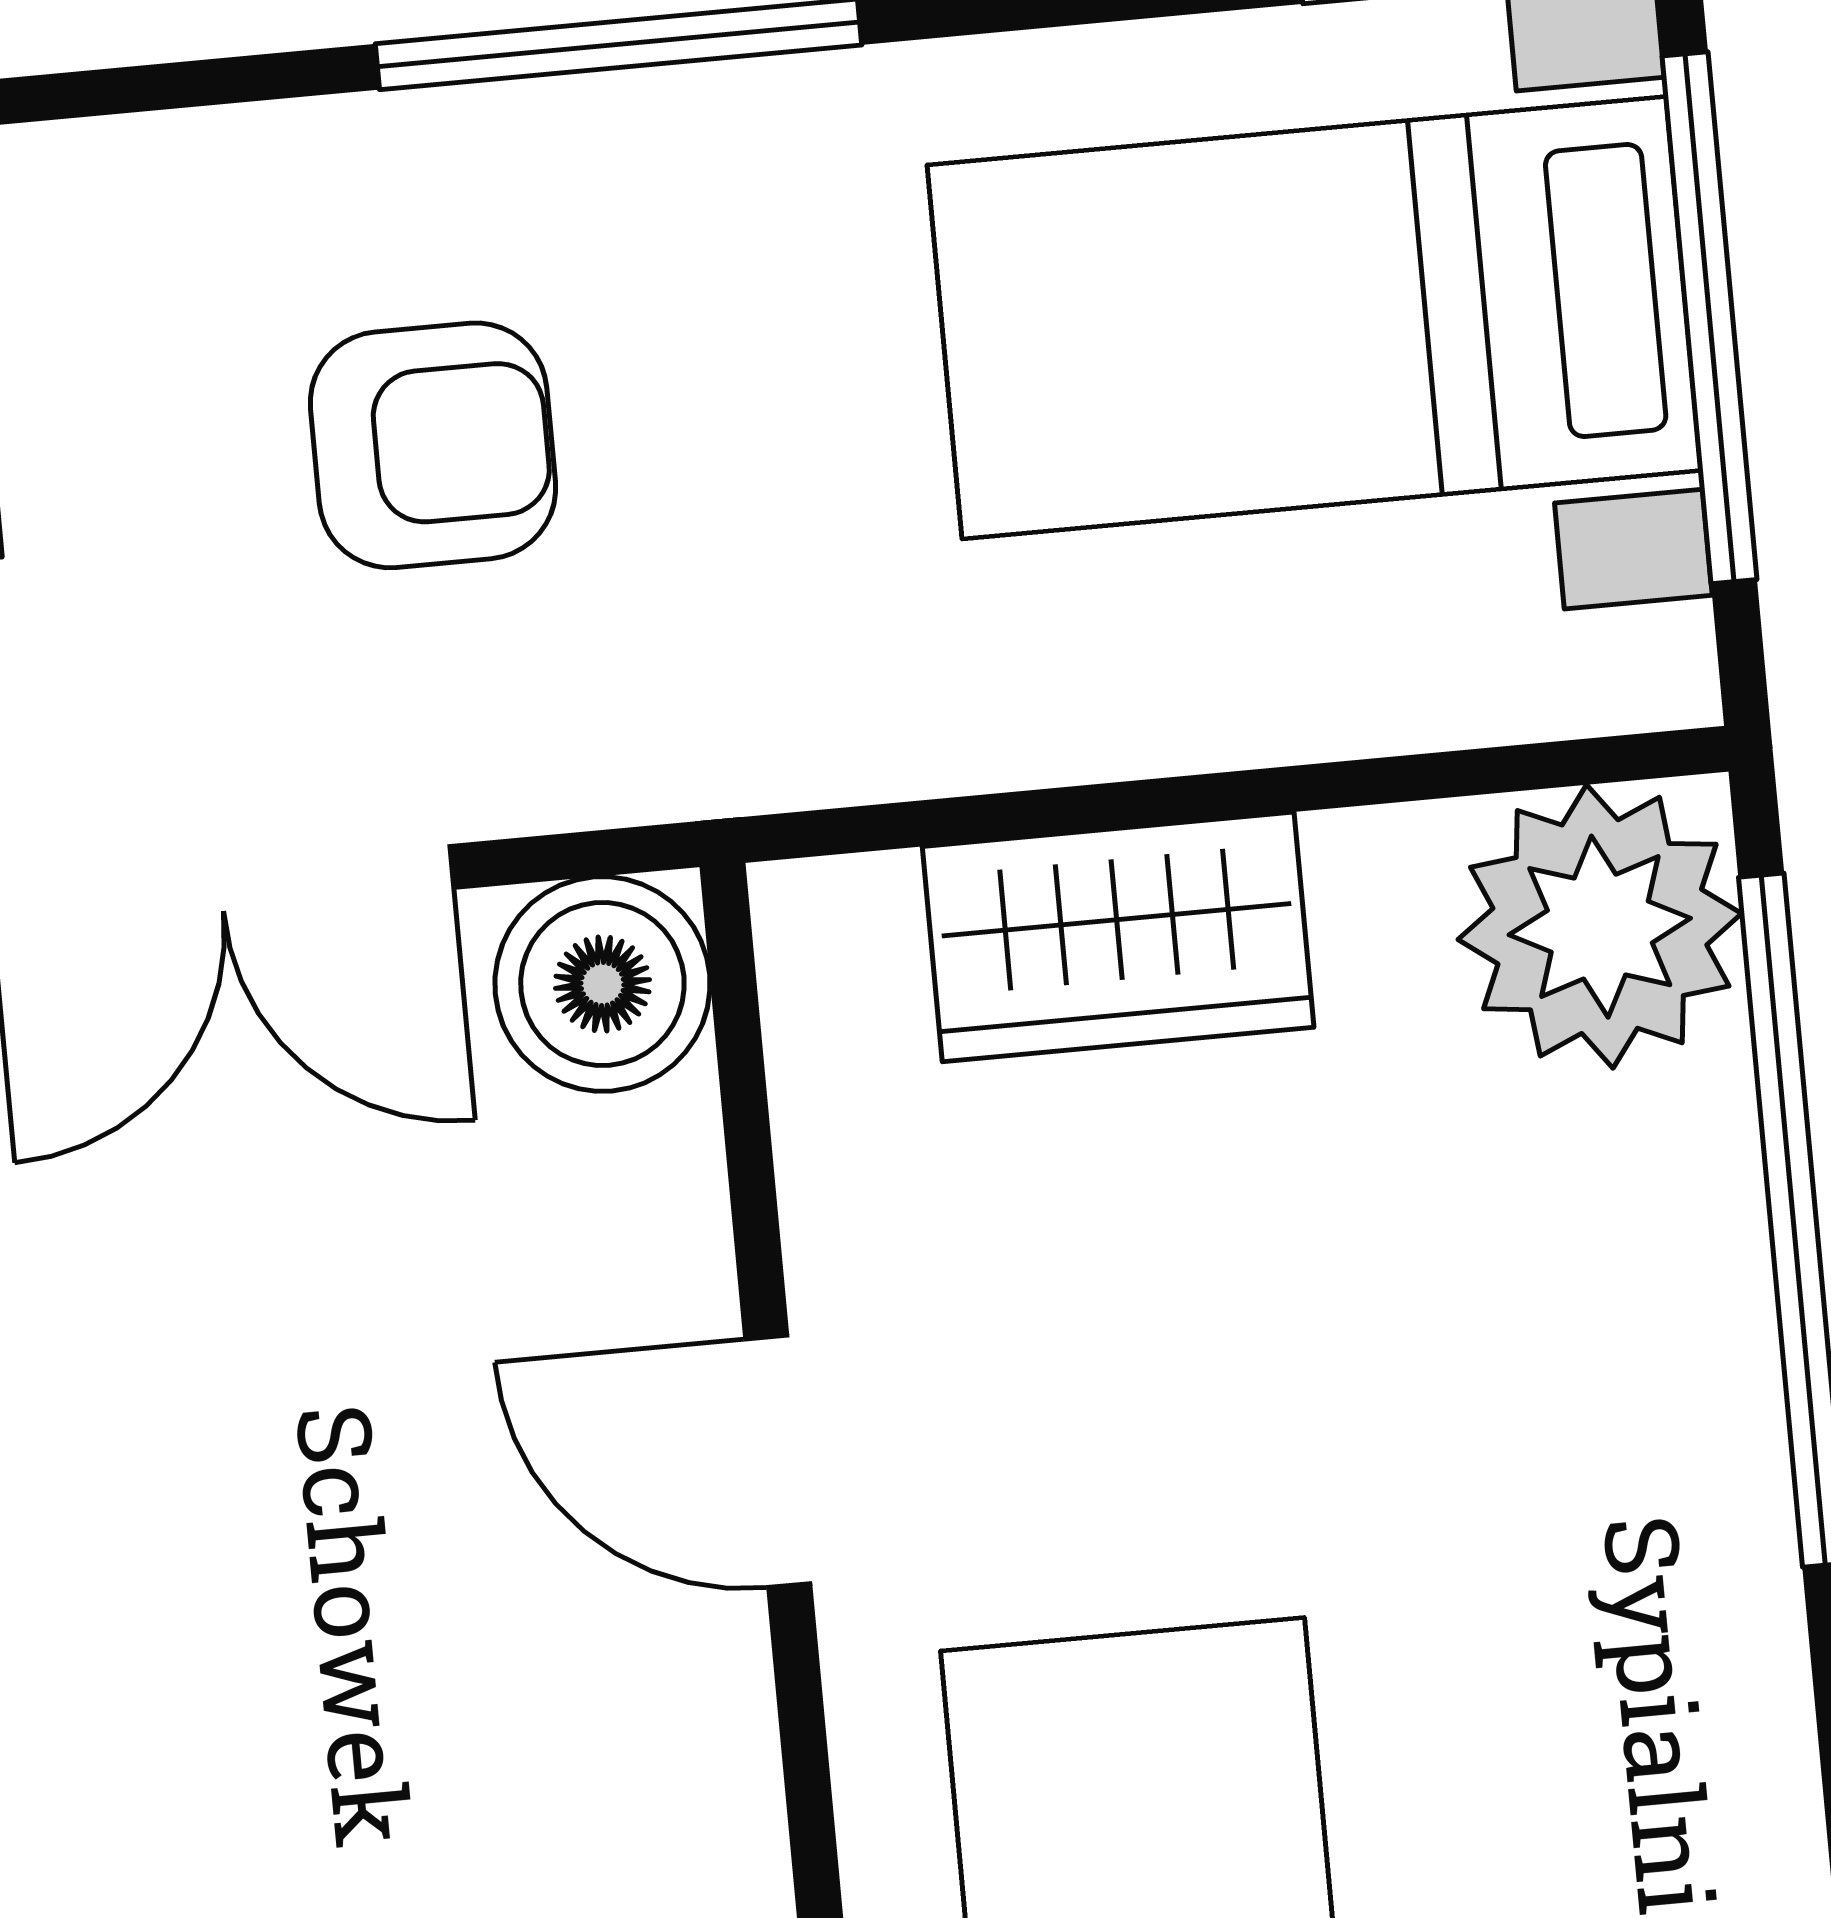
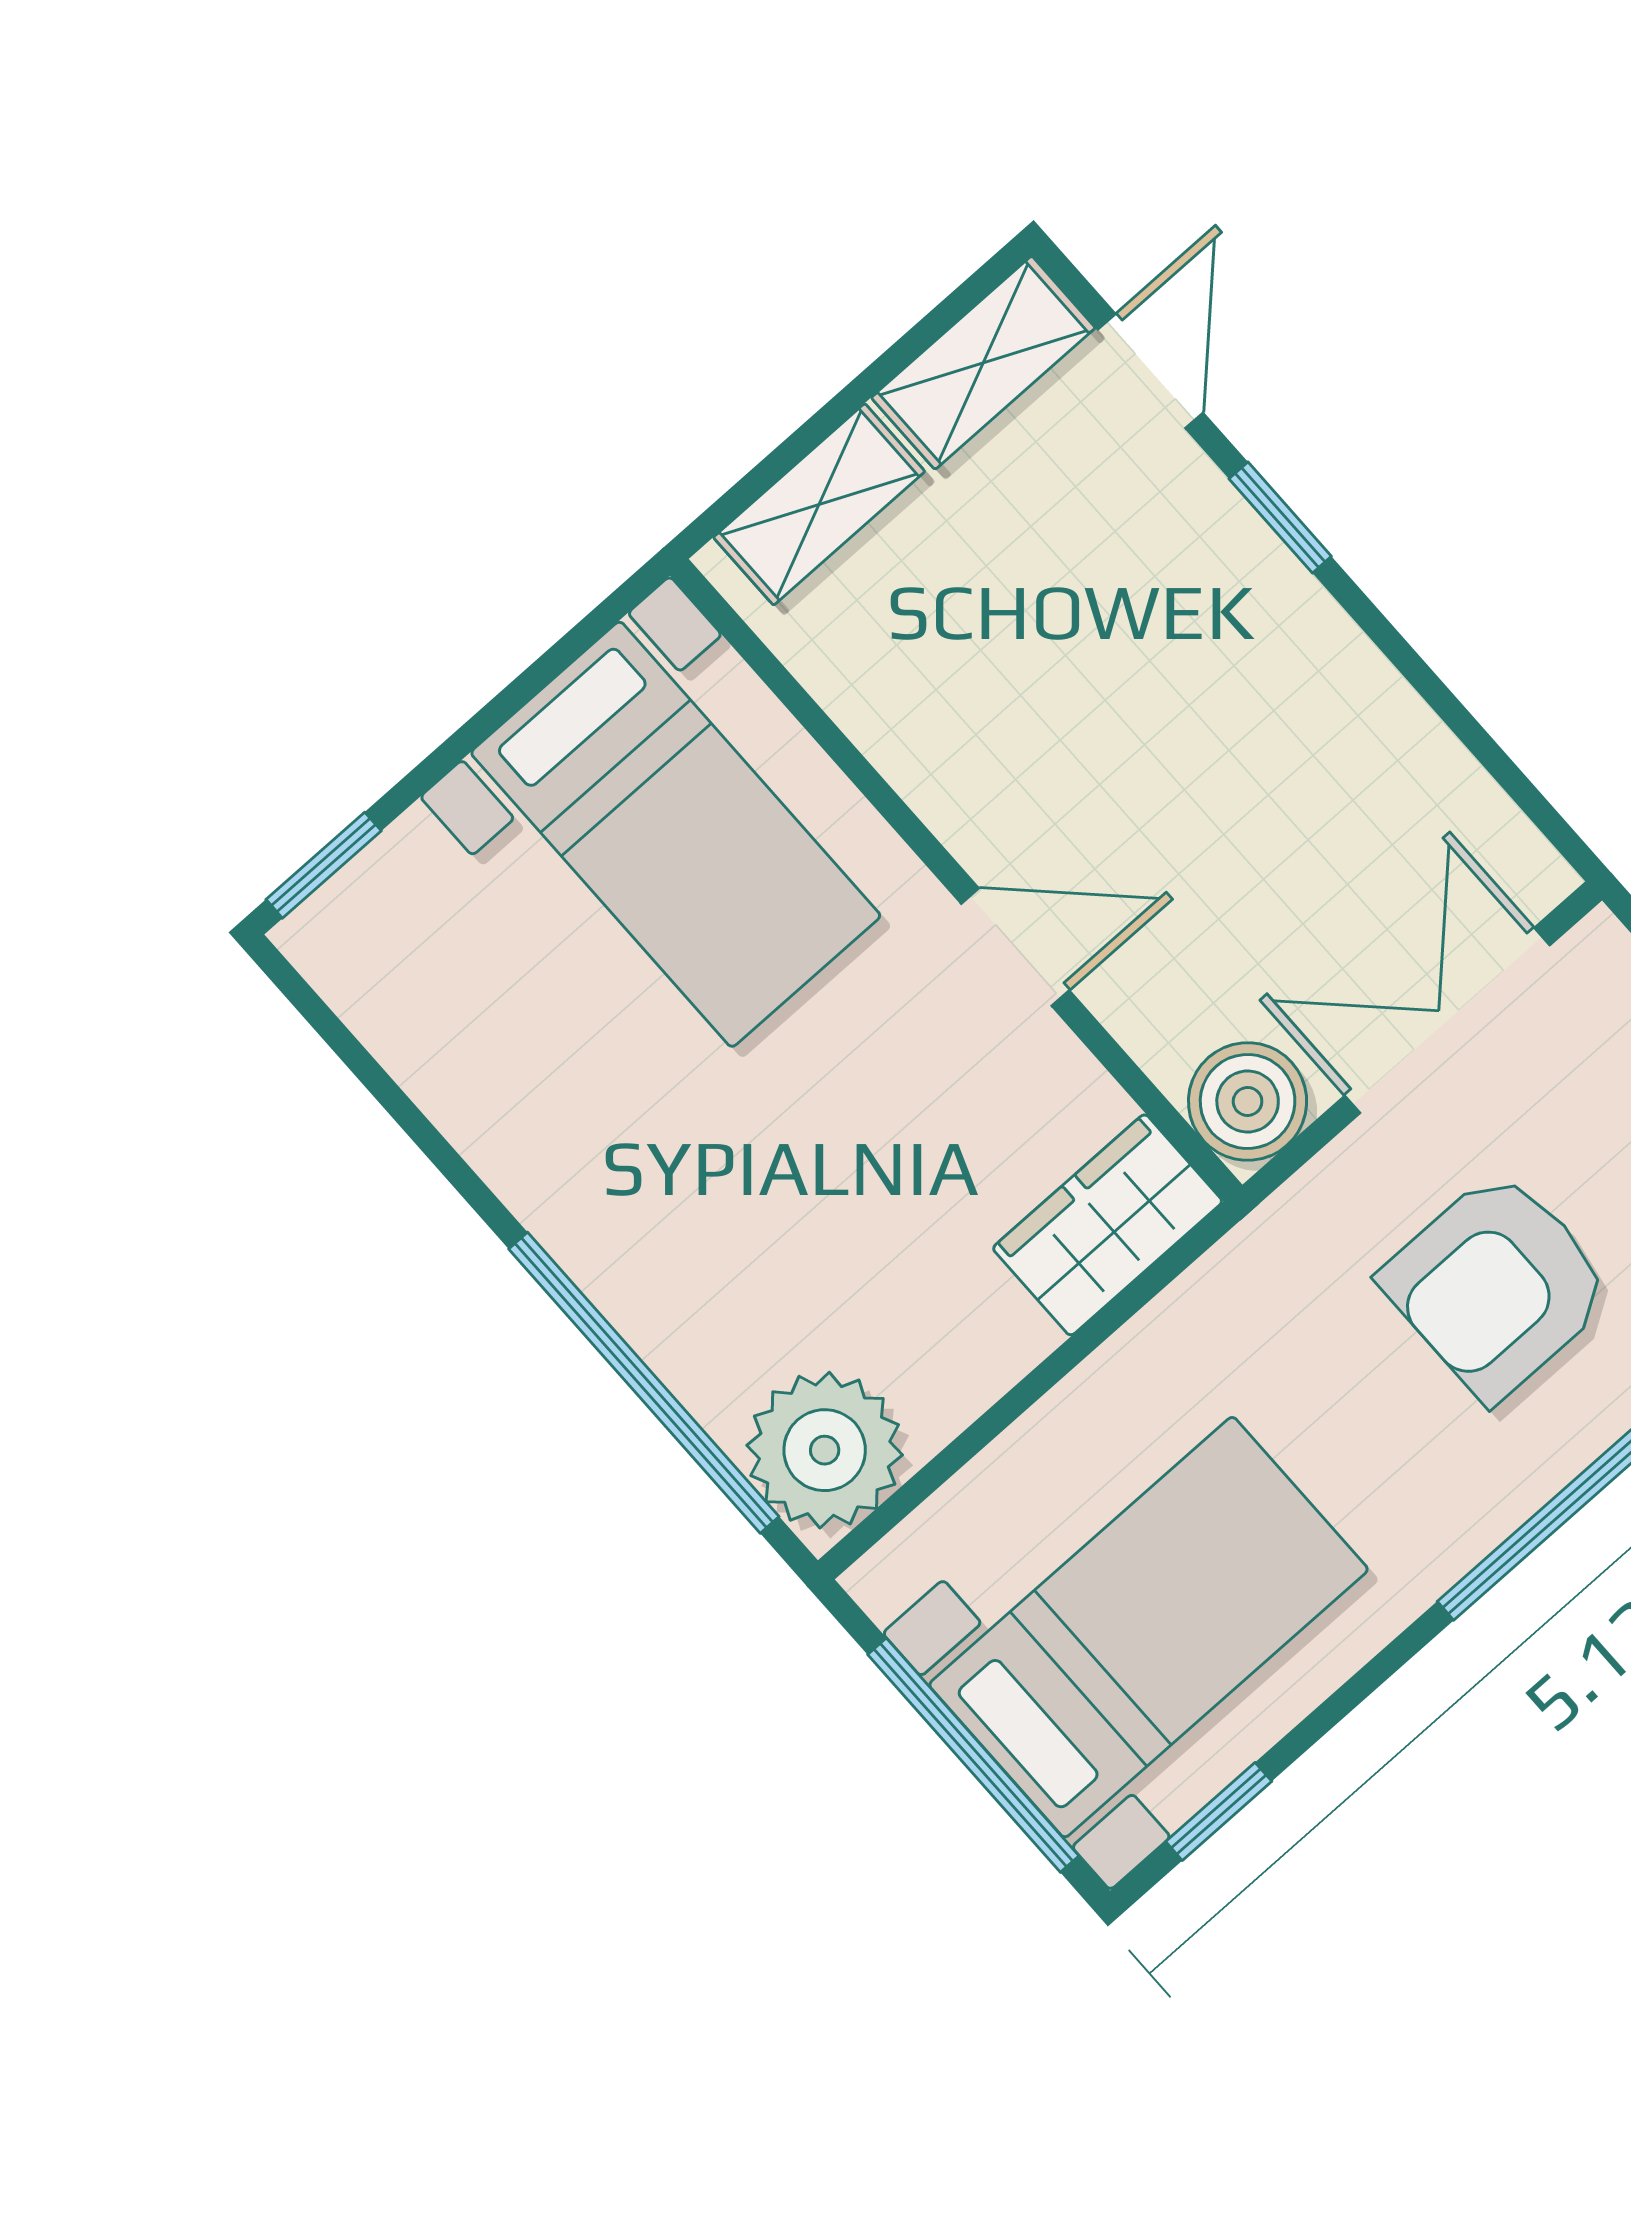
armchair: (433, 445) -> (1497, 1285), width x1.38, depth x1.38
wardrobe: (1118, 937) -> (1108, 1225), moved

